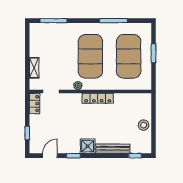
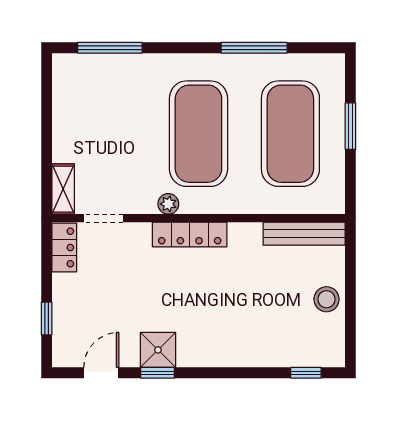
shelving: (34, 68) -> (63, 189), moved
locker: (98, 98) -> (190, 235), moved
shower: (88, 146) -> (158, 350), moved
bench: (113, 149) -> (304, 234), moved

